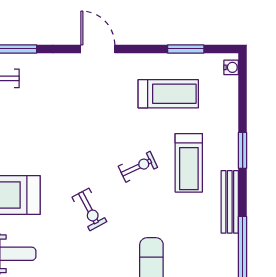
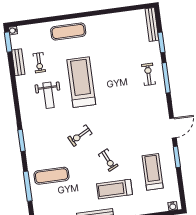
window: (186, 49) -> (177, 157), moved
treadmill: (168, 94) -> (153, 172), turned 180

